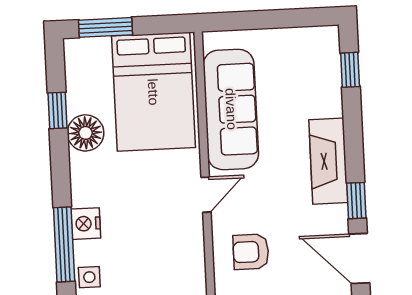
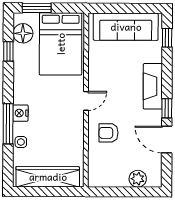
sofa: (231, 109) -> (126, 27), moved, turned 90
floor lamp: (86, 133) -> (23, 33), moved

